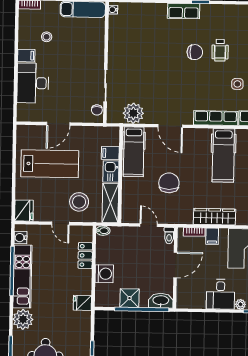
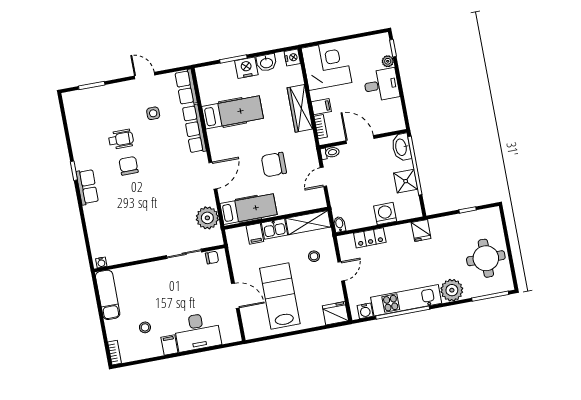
stool: (79, 202) -> (314, 256), width x0.53, depth x0.53

